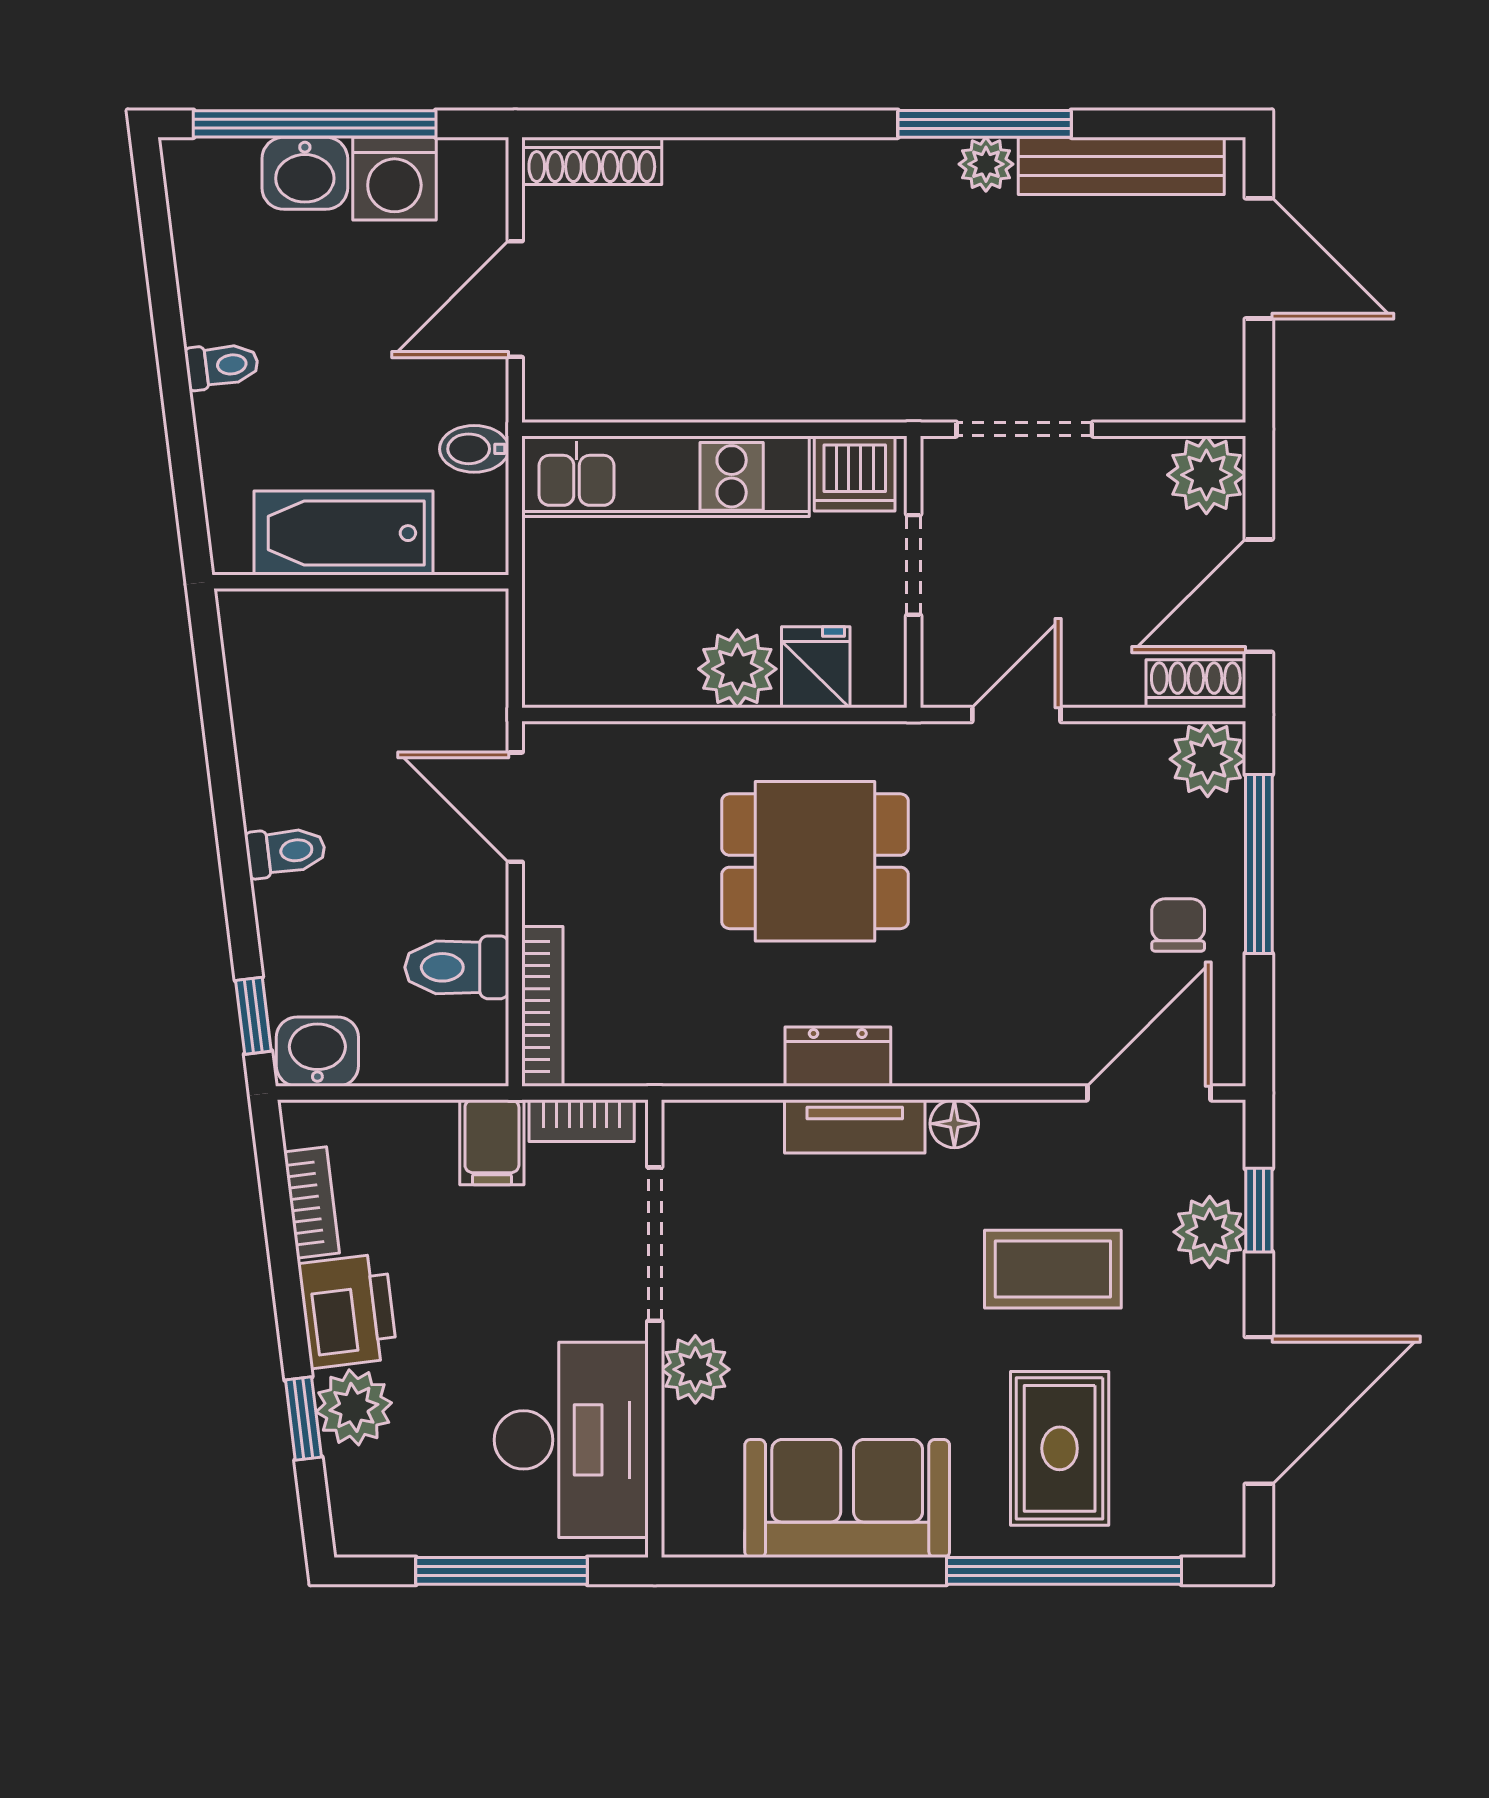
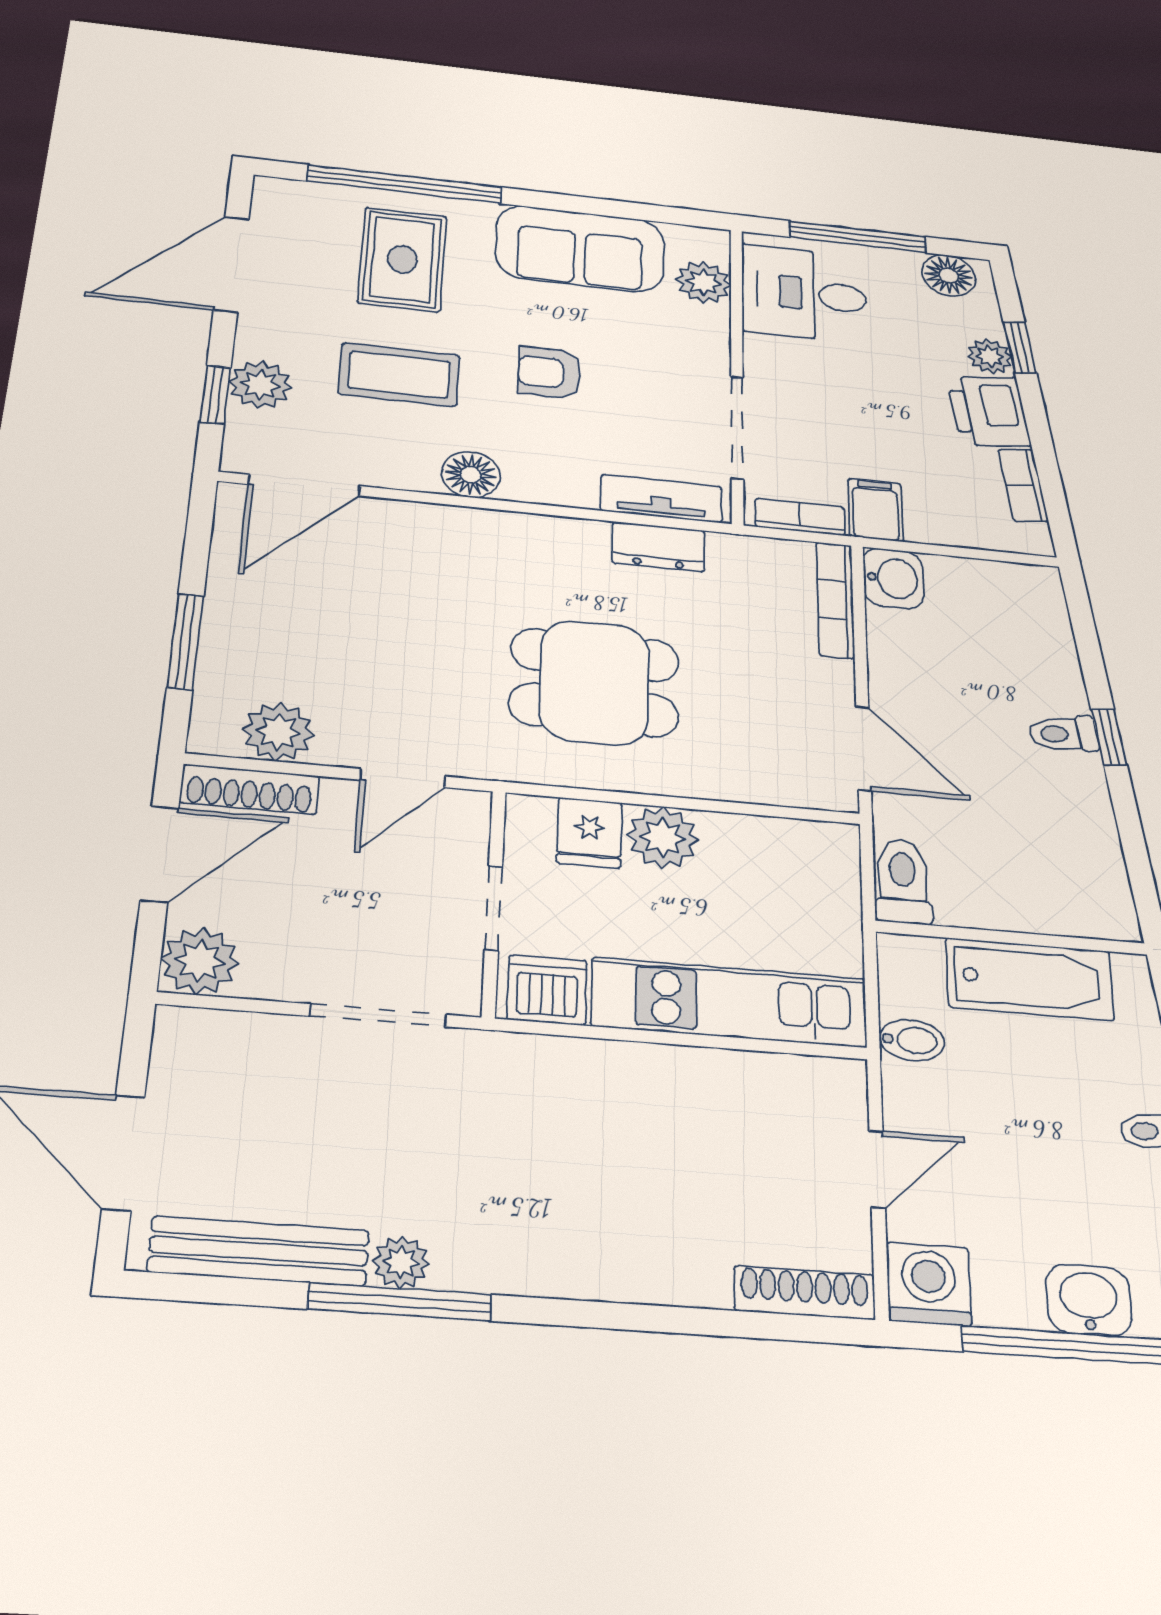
washing machine: (394, 179) -> (929, 1284), moved
door: (515, 299) -> (877, 1169), width x0.73
shoe rack: (1196, 684) -> (250, 789), width x1.43
plant: (1208, 759) -> (278, 732), moved
window: (1259, 864) -> (185, 642), width x0.69
chair: (1178, 925) -> (266, 603), removed
toilet: (457, 967) -> (903, 881), moved, turned -90
window: (253, 1016) -> (1109, 737), moved
washbasin: (317, 1052) -> (893, 578), moved, turned -90
dresser: (838, 1057) -> (658, 547), moved
floor lamp: (954, 1124) -> (471, 475), width x1.37, depth x1.37
tv unit: (855, 1126) -> (661, 499), moved
armchair: (878, 1297) -> (550, 373), added
plant: (695, 1369) -> (704, 282), moved
plant: (354, 1407) -> (990, 356), width x0.73, depth x0.73
desk: (571, 1440) -> (804, 294), width x0.73
floor lamp: (388, 1524) -> (949, 275), added

